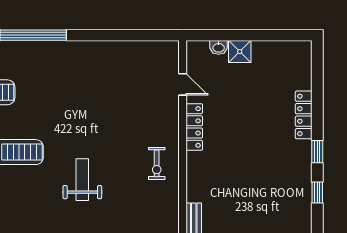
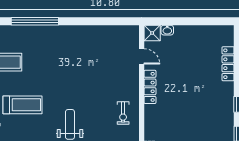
shower: (240, 52) -> (152, 33), moved
locker: (304, 115) -> (228, 64), moved

